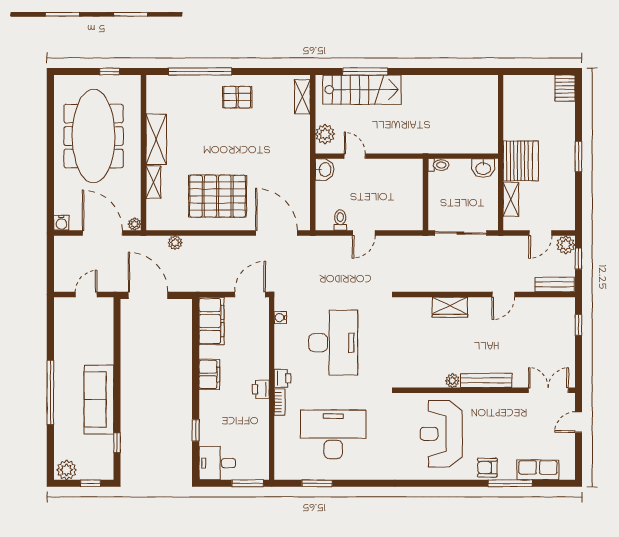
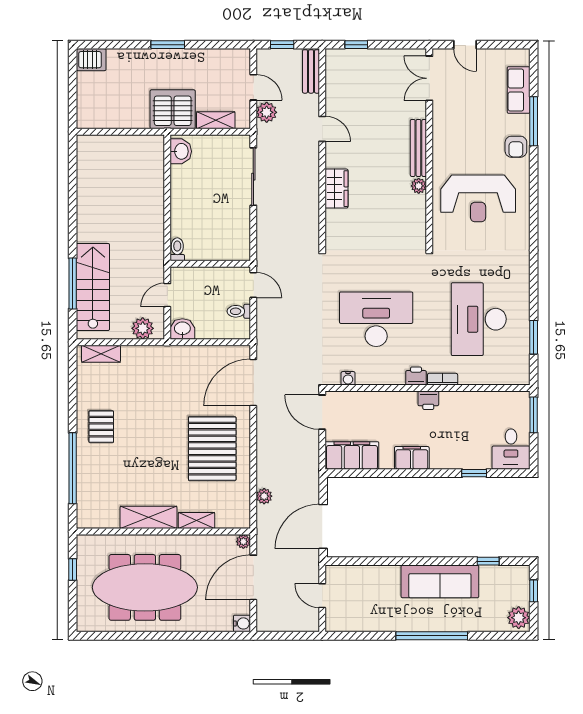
toilet: (438, 165) -> (177, 249), moved
wall: (425, 195) -> (210, 264), moved
plant: (566, 245) -> (267, 112), moved

